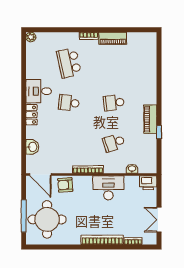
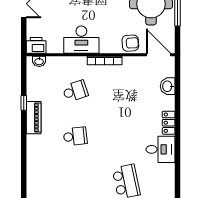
school desk: (69, 103) -> (126, 136), removed
washbasin: (132, 169) -> (39, 61), moved

